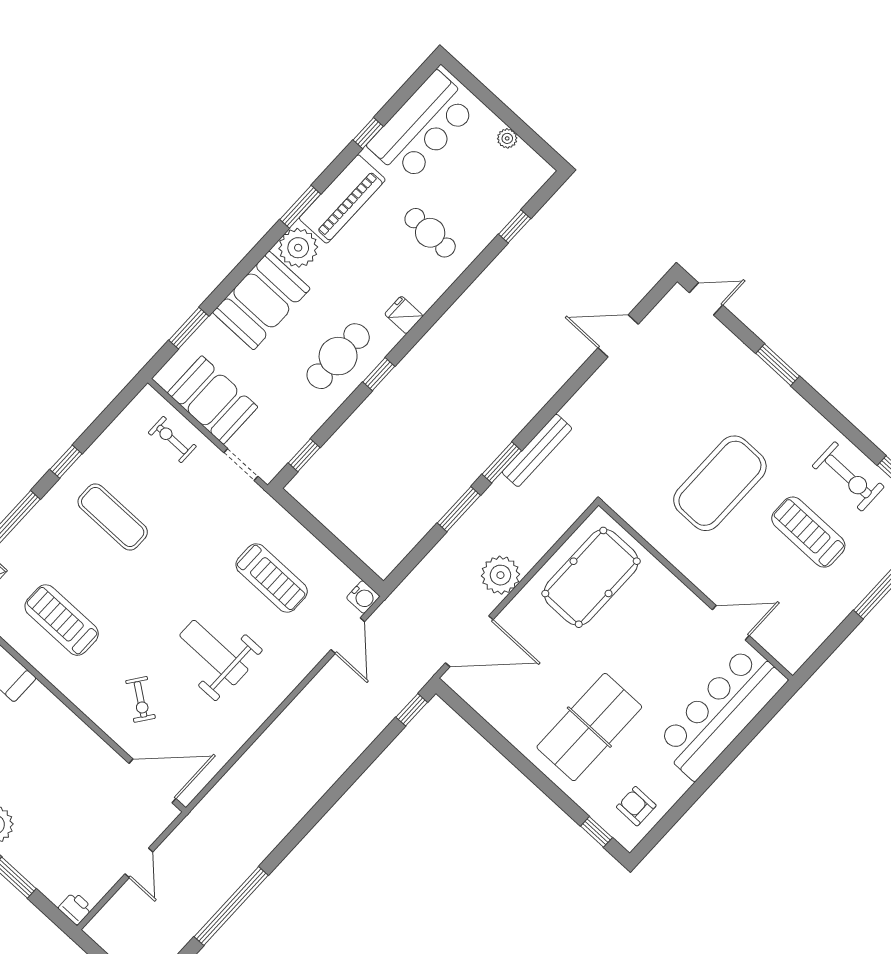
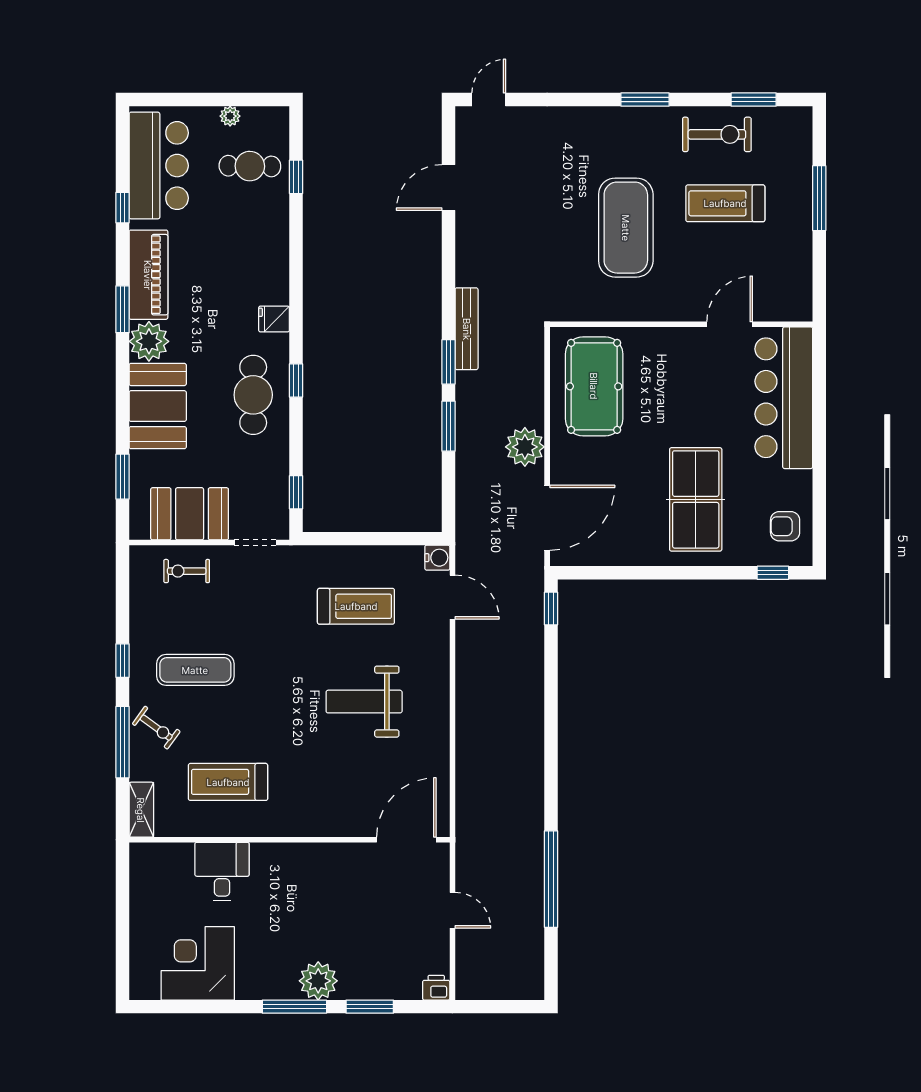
cafe table: (430, 233) -> (250, 166), moved
window: (778, 365) -> (645, 99), moved
exercise bike: (141, 699) -> (156, 728), moved

